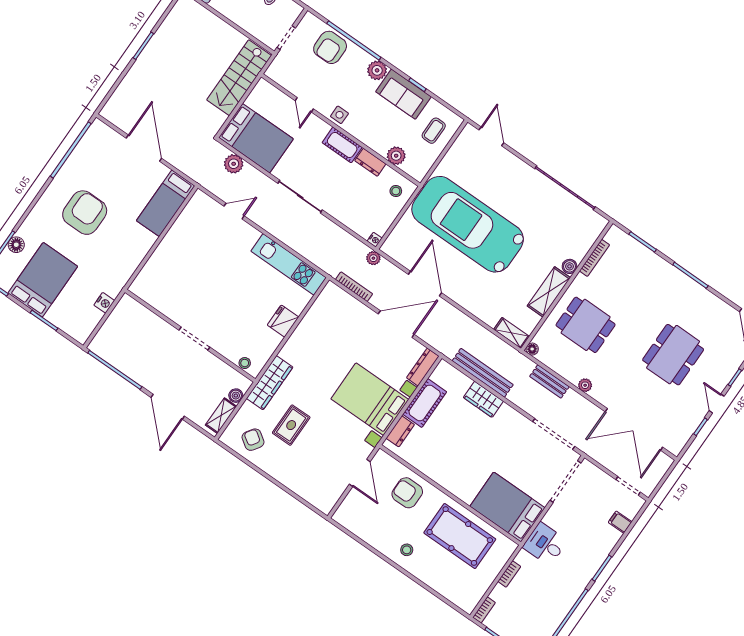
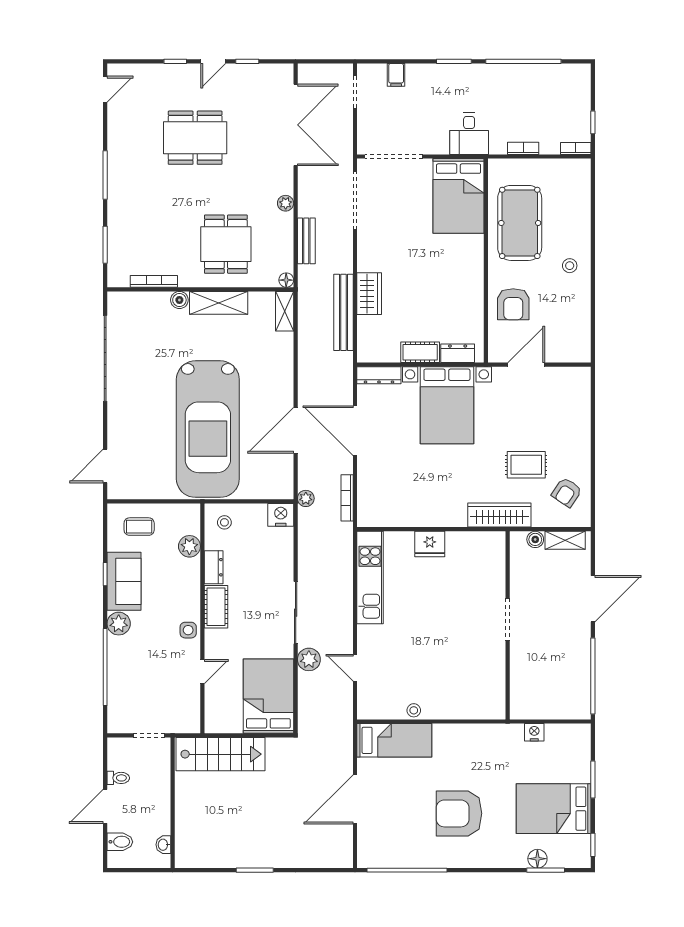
armchair: (330, 47) -> (128, 686), removed
plant: (234, 164) -> (309, 659), moved
nightstand: (375, 240) -> (281, 515), width x1.89, depth x1.79
stool: (245, 363) -> (414, 710), moved
cot: (425, 403) -> (420, 352), width x0.73, depth x0.75

